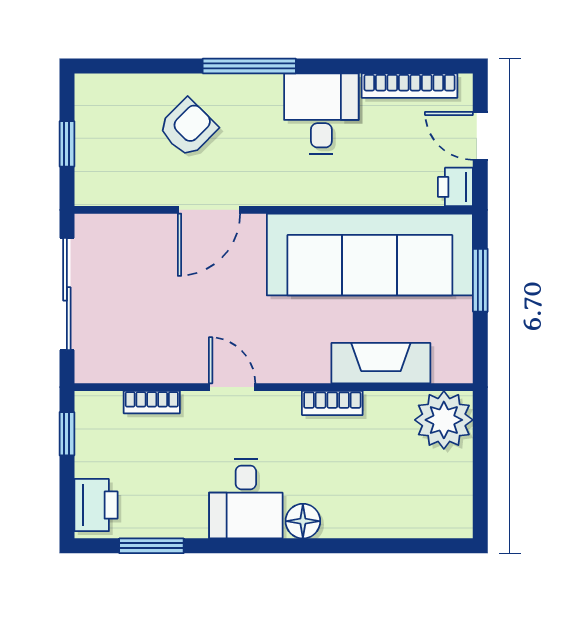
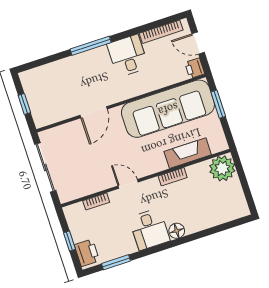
armchair: (188, 128) -> (73, 80), removed
window: (67, 434) -> (69, 241), moved

